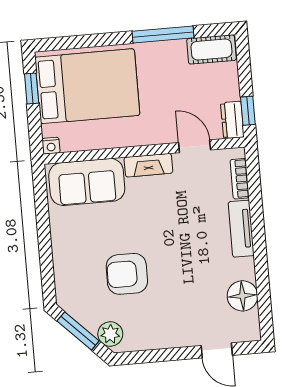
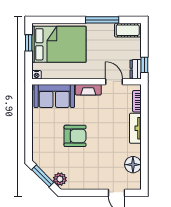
armchair: (127, 274) -> (75, 136), moved, turned 180

